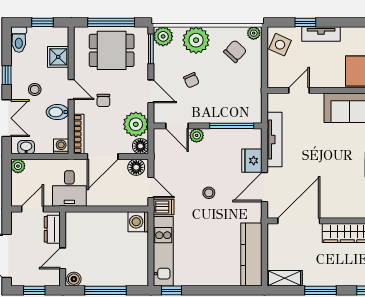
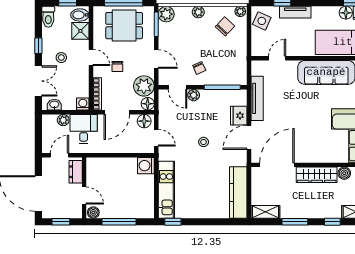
plant: (196, 40) -> (198, 12), width x0.53, depth x0.53
chair: (191, 80) -> (199, 68), moved
bidet: (57, 112) -> (80, 15), moved
plant: (18, 166) -> (63, 120), moved
desk: (69, 189) -> (84, 129), moved, turned 180
dishwasher: (164, 207) -> (167, 154), removed
door: (63, 258) -> (84, 196), swing flipped

